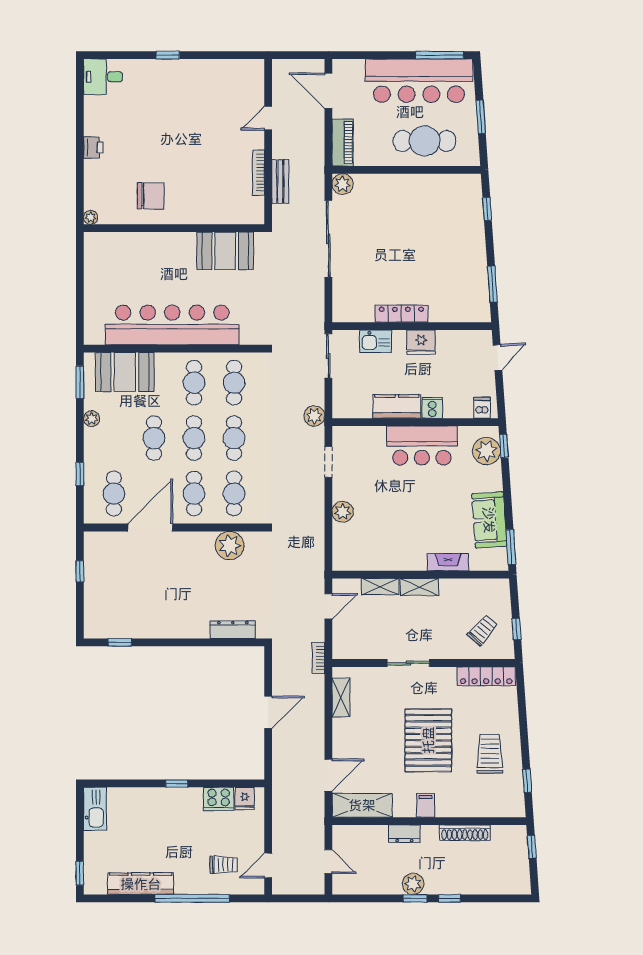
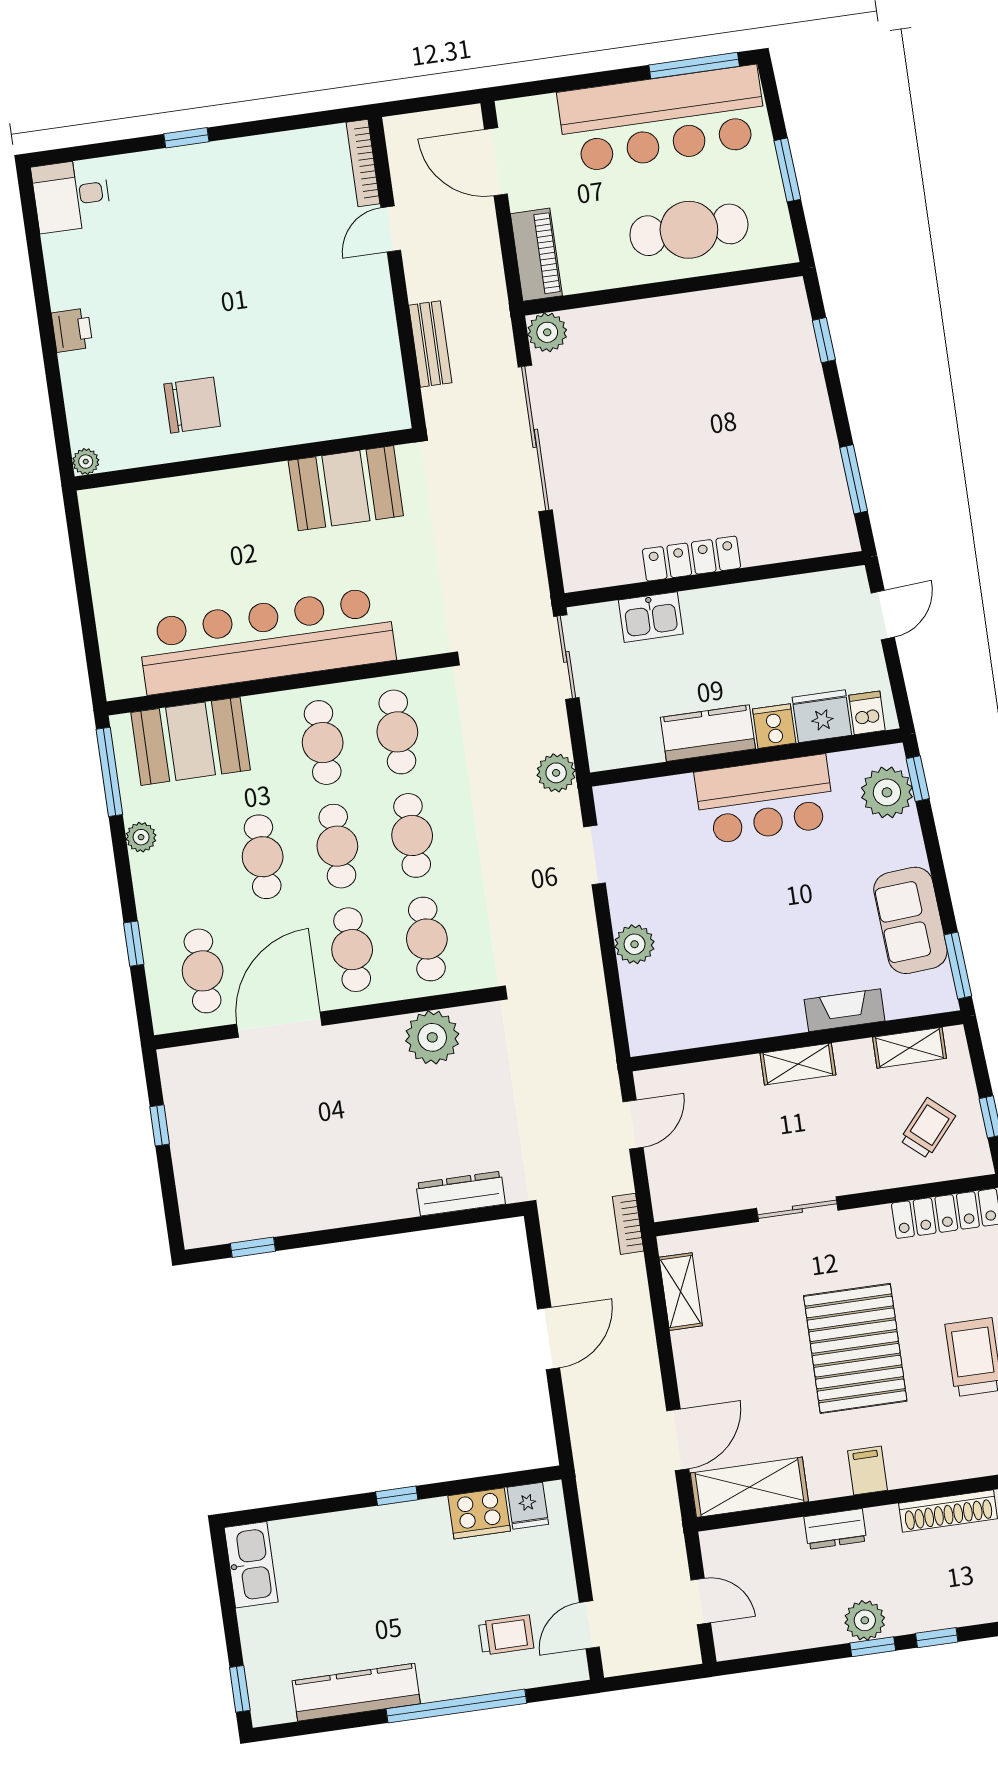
bookcase: (259, 173) -> (363, 163), moved
fridge: (421, 342) -> (822, 716), moved, turned 180
window: (80, 382) -> (109, 772), width x1.44
shelving: (380, 587) -> (910, 1048), moved

